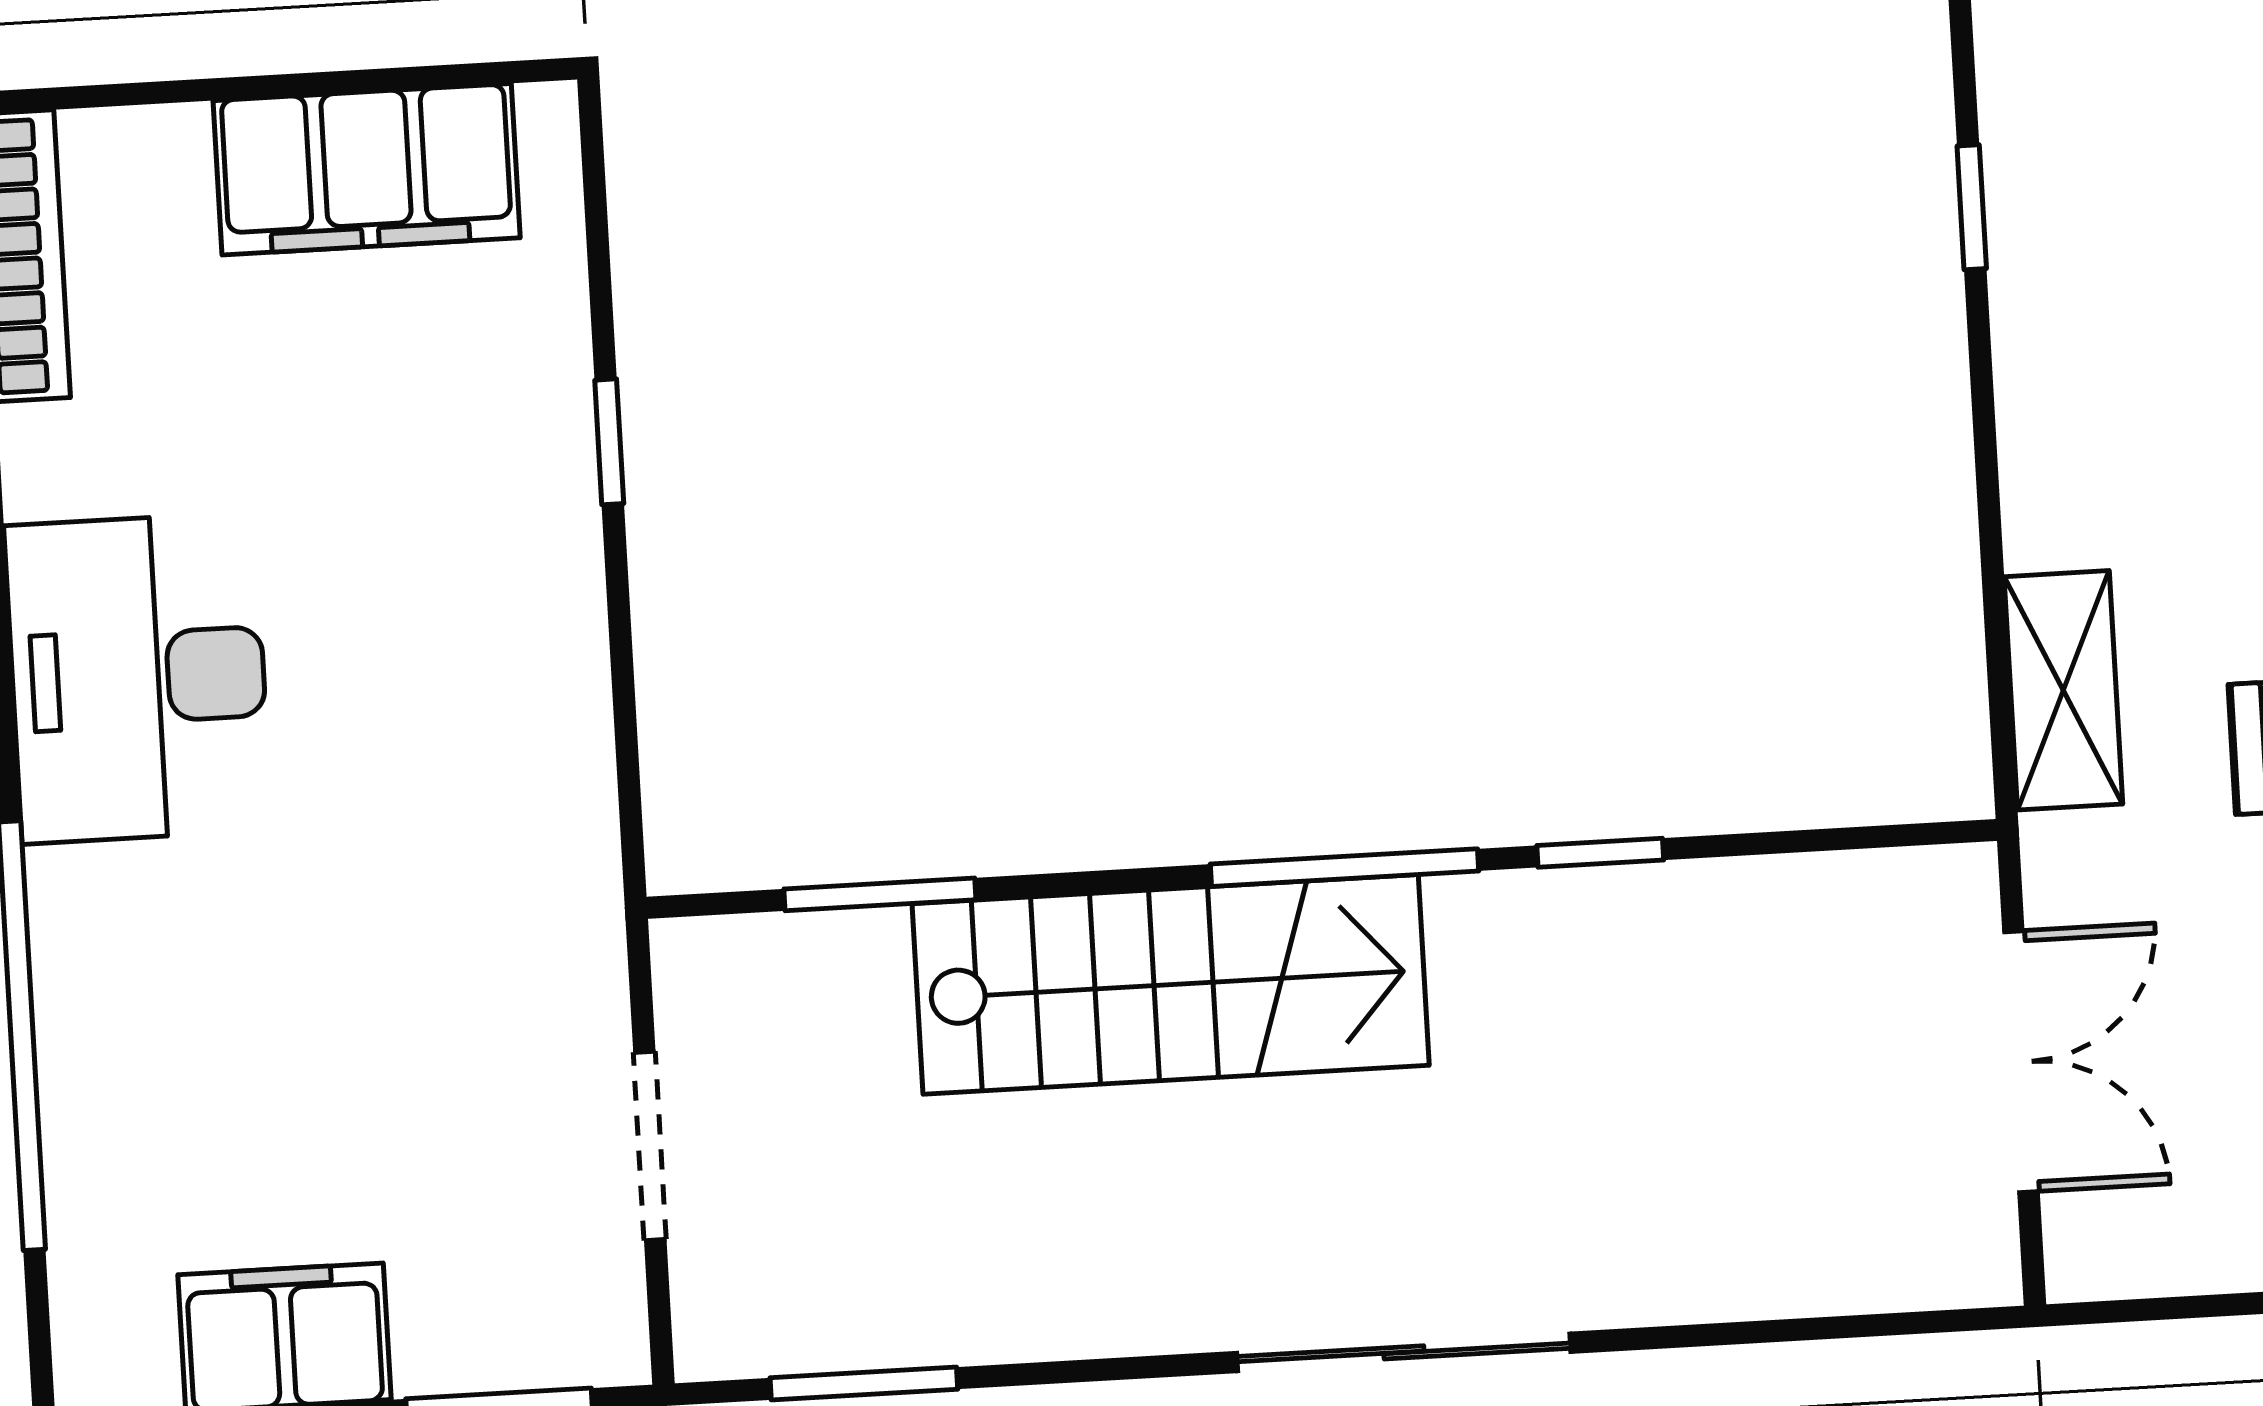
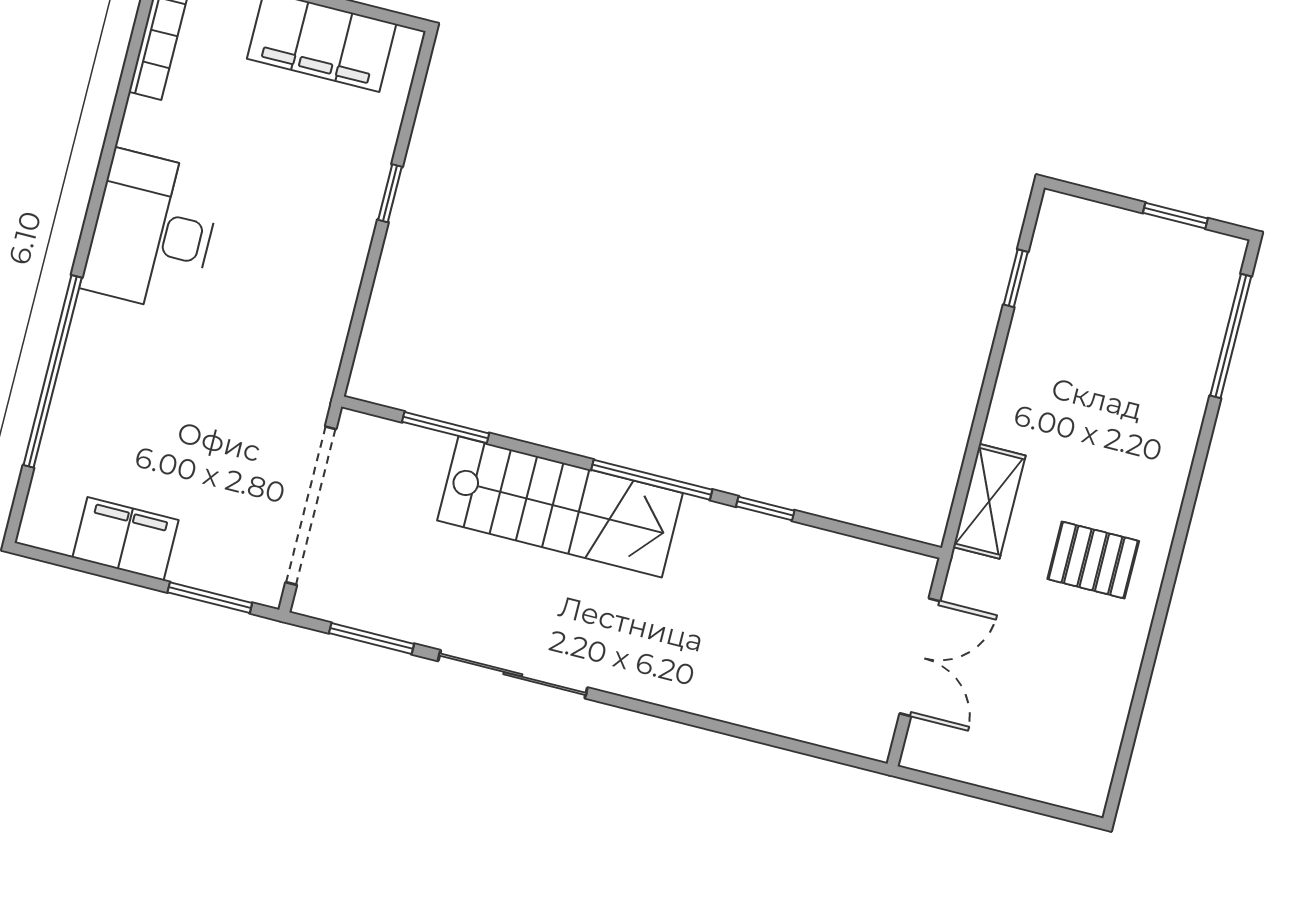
doorway: (650, 1146) -> (311, 506), width x1.87
sliding door: (1404, 1352) -> (513, 674), moved

